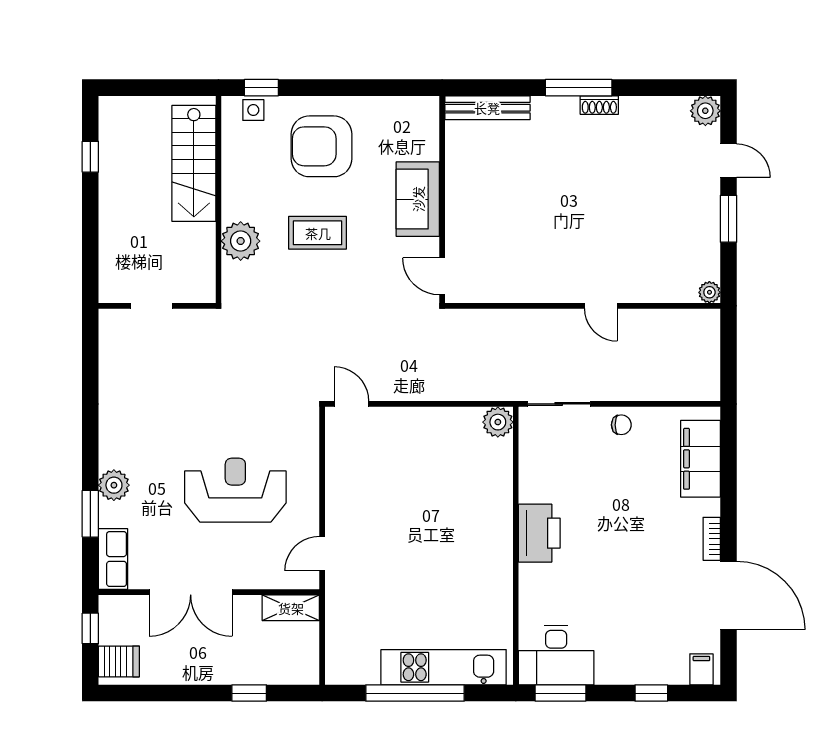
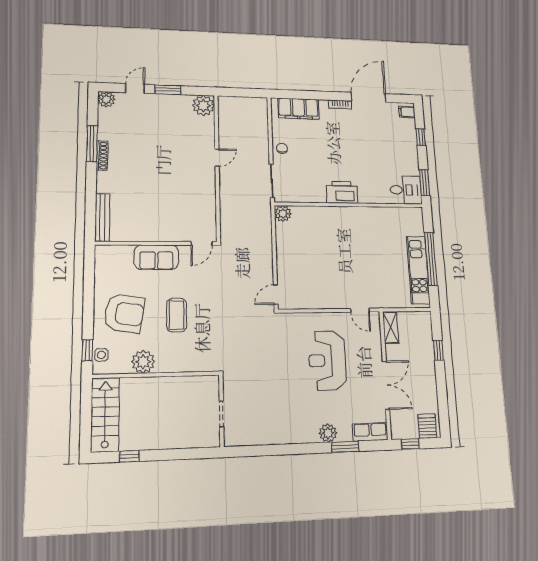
window: (579, 88) -> (92, 144), moved
shoe rack: (599, 105) -> (102, 156), width x1.43
armchair: (322, 146) -> (124, 313), turned -81
stairs: (194, 163) -> (105, 415), moved, turned -90
plant: (241, 241) -> (143, 362), moved
plant: (709, 292) -> (203, 106), width x1.88, depth x1.88
desk: (556, 655) -> (406, 190), width x0.73
kitchen unit: (444, 667) -> (418, 270), moved

